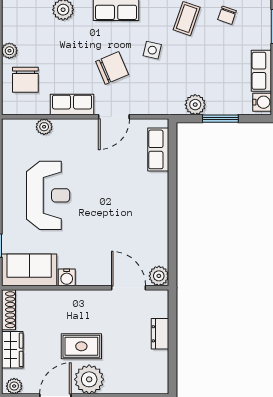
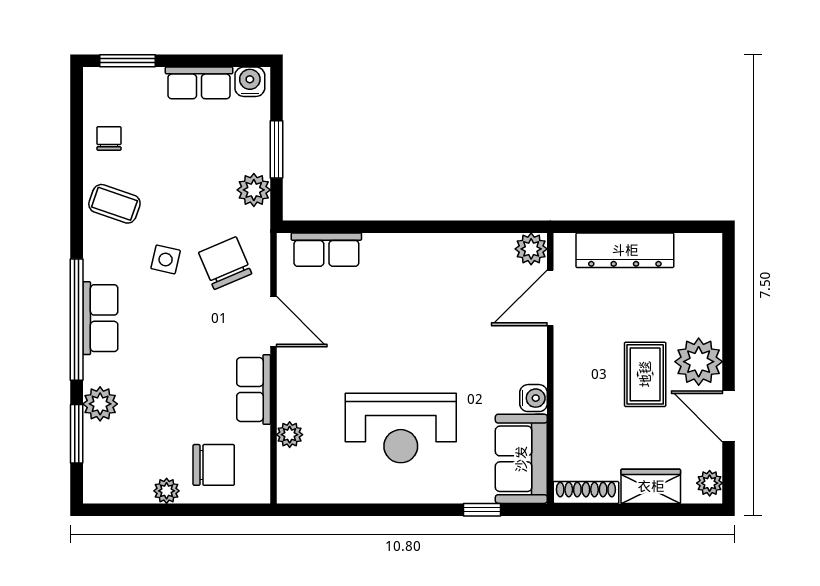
chair: (227, 15) -> (109, 138), turned -109
chair: (112, 68) -> (225, 263), moved
reception desk: (48, 195) -> (401, 428), turned 180
dresser: (160, 334) -> (625, 250), width x1.96, depth x1.24

